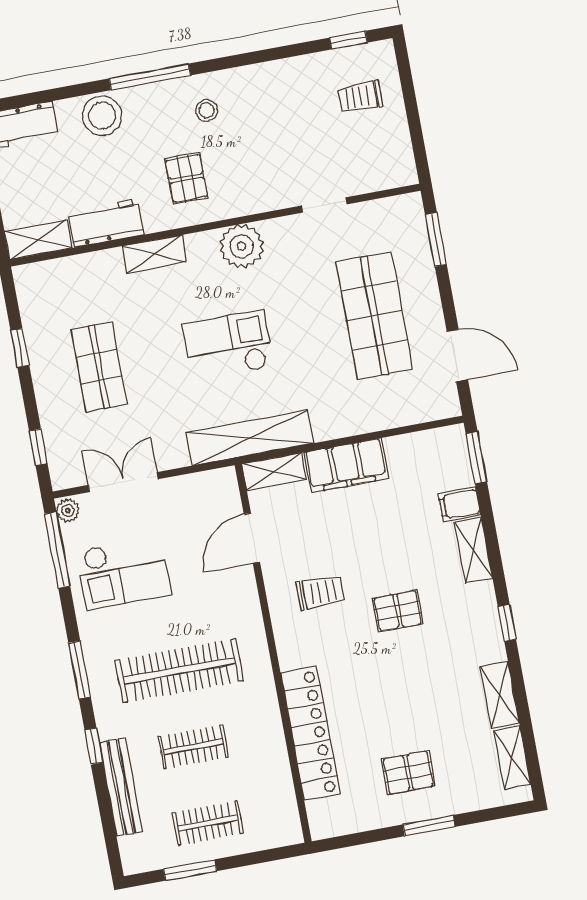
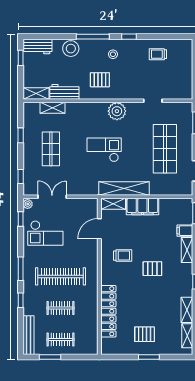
window: (348, 40) -> (129, 37), moved
trolley: (360, 97) -> (158, 54), moved
pallet: (186, 178) -> (100, 80), turned 90
shelving: (154, 254) -> (53, 108), moved
shelving: (250, 438) -> (124, 188), moved
window: (57, 550) -> (21, 219), width x0.46
bench: (121, 787) -> (28, 335), moved

